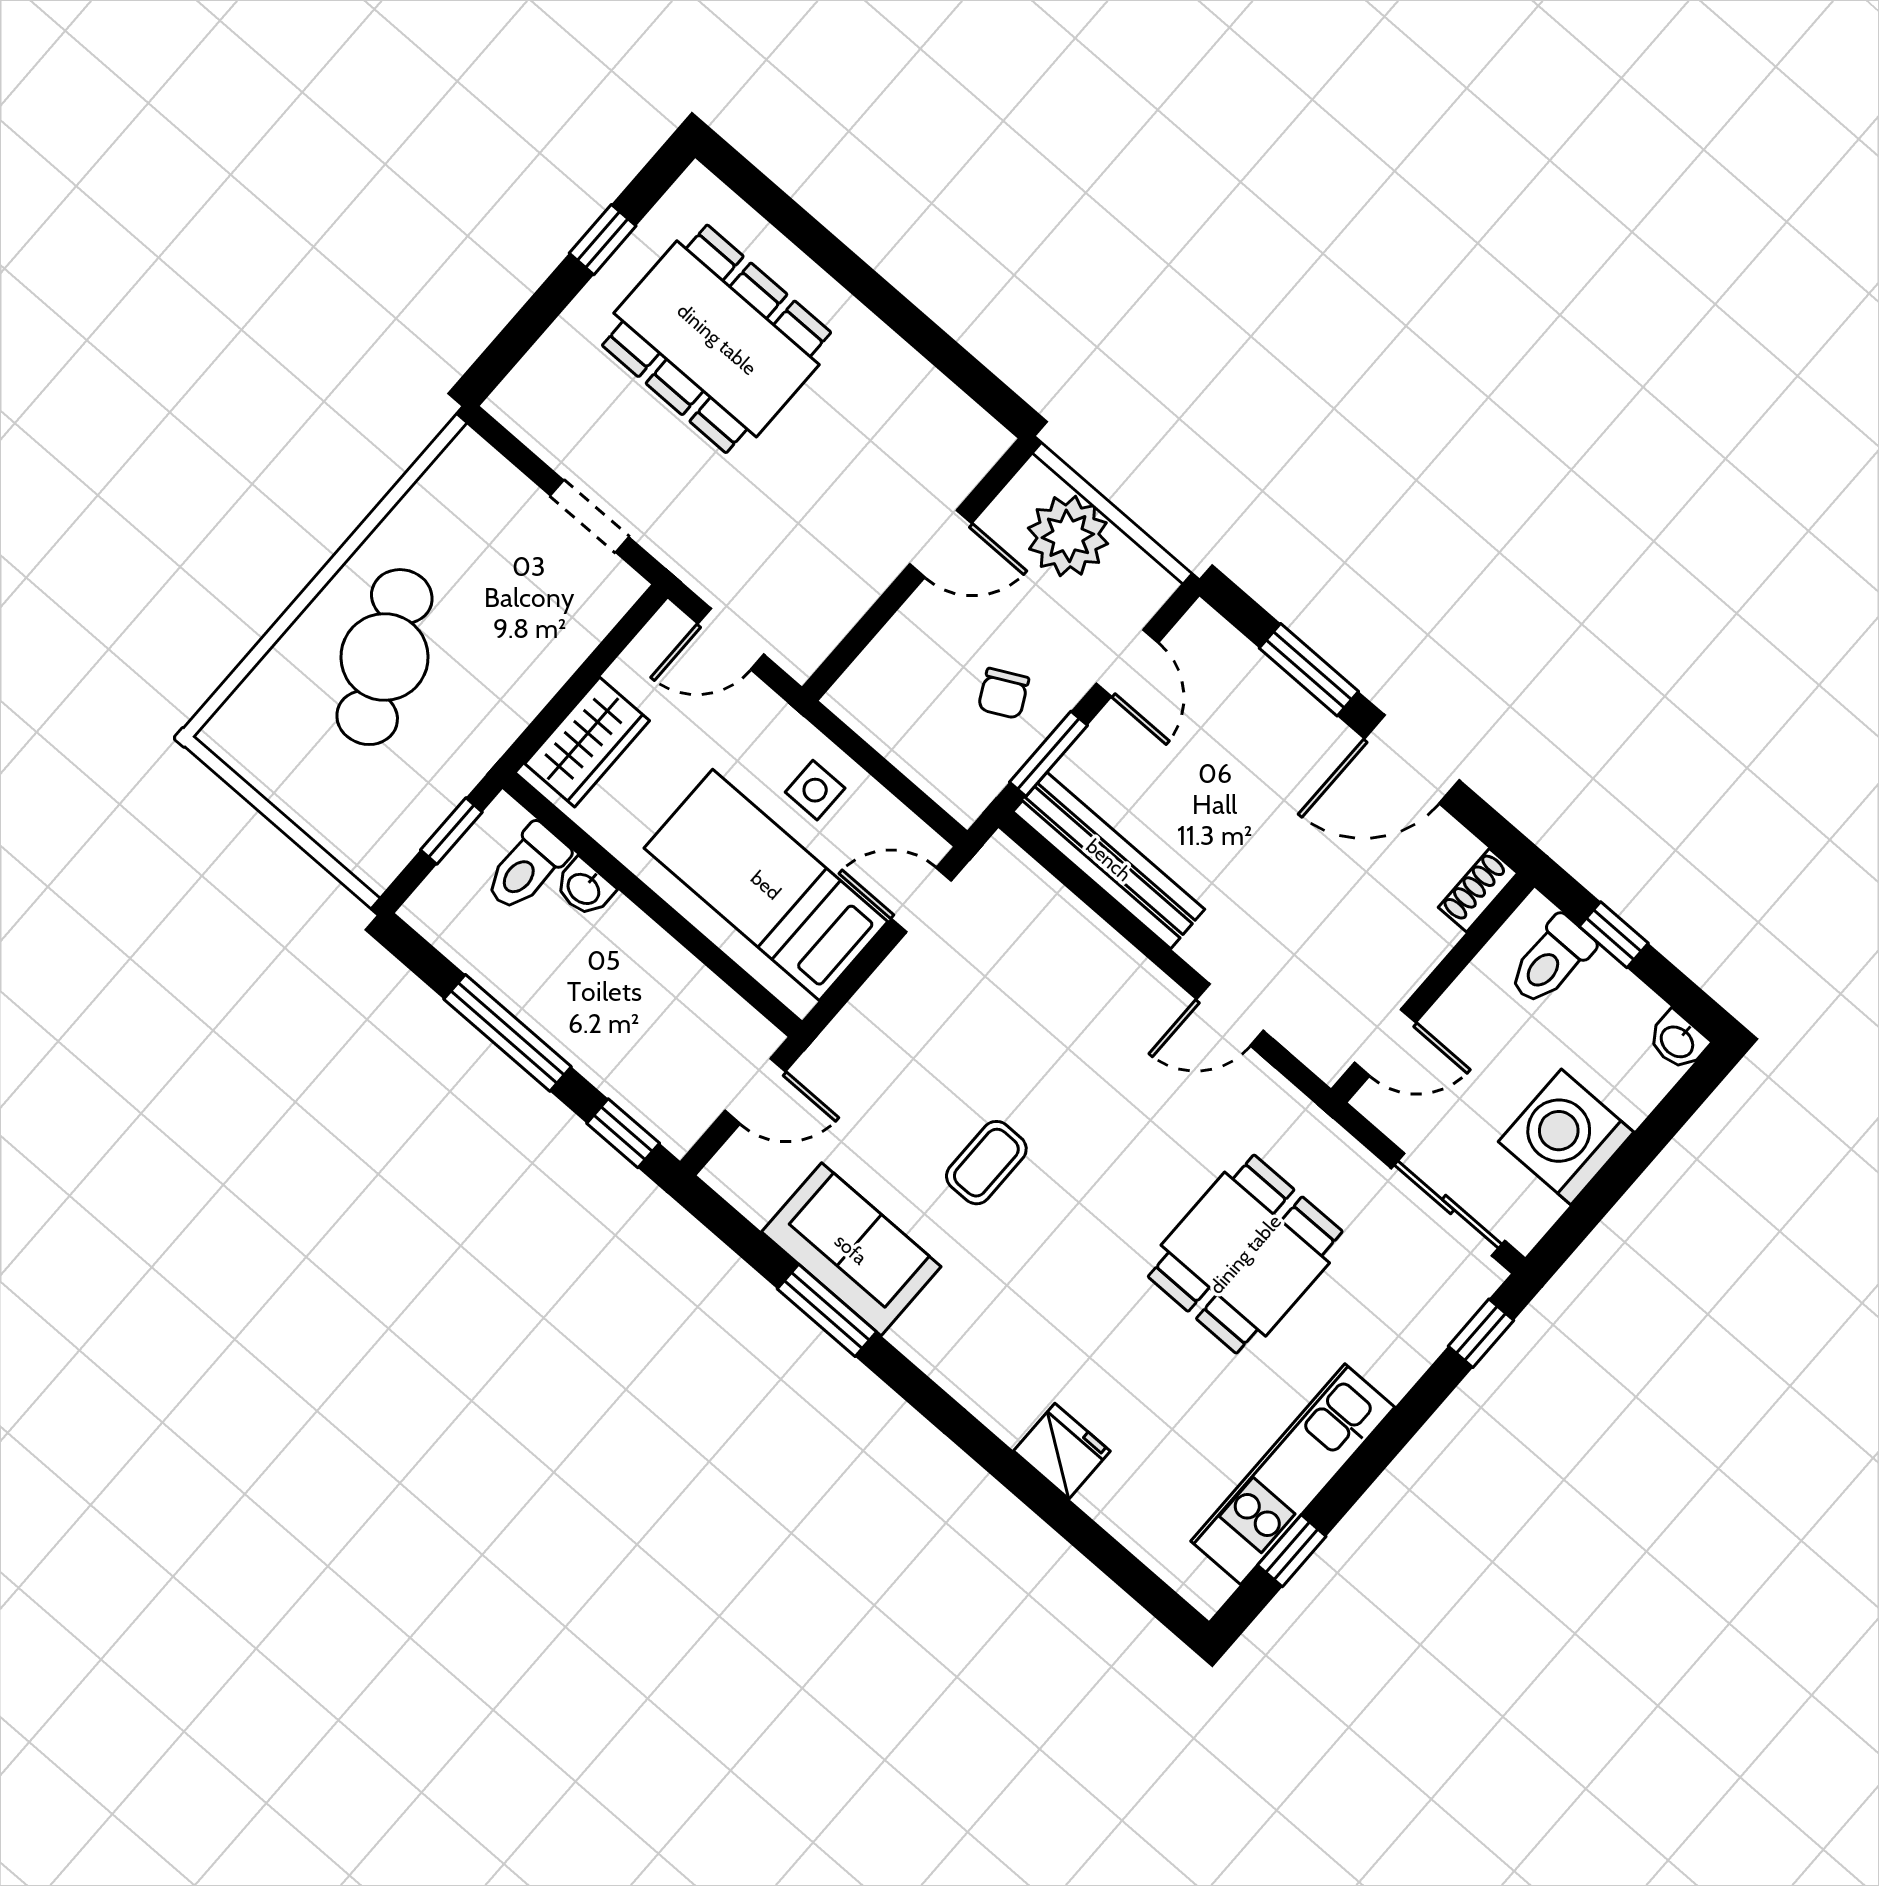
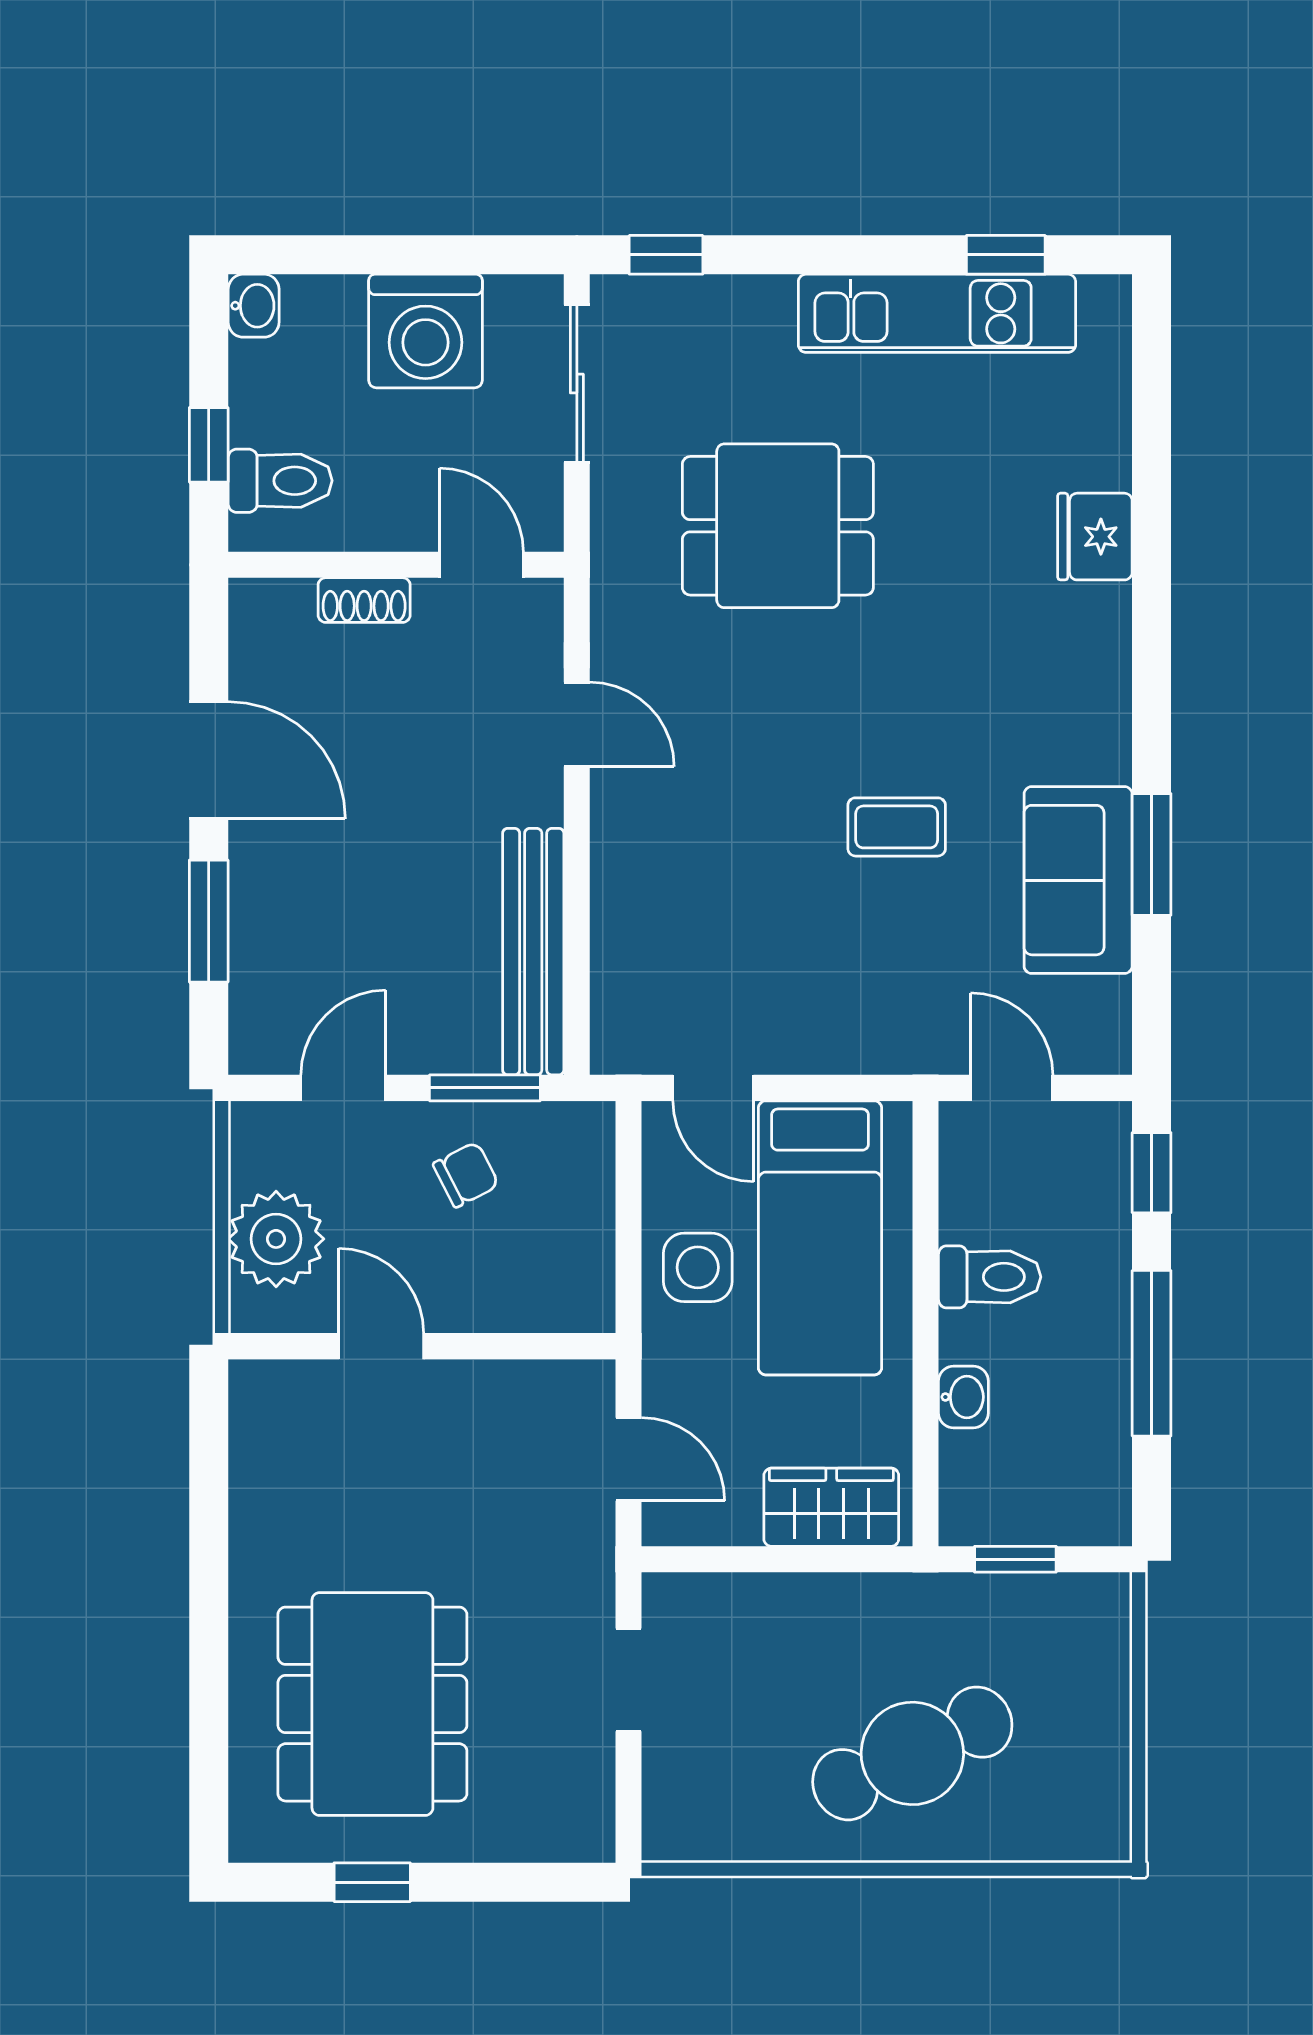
side table: (815, 790) -> (698, 1267), width x1.37, depth x1.37
toilet: (527, 867) -> (990, 1277), moved
shoe rack: (1478, 890) -> (364, 600), moved

